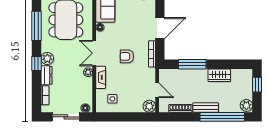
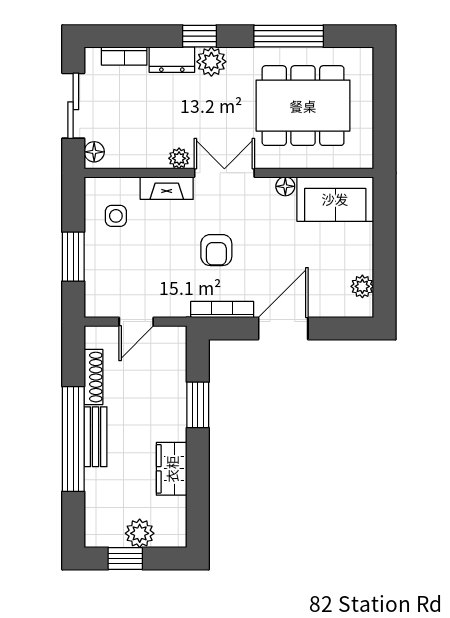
door: (160, 28) -> (283, 328), swing flipped
armchair: (127, 56) -> (216, 250), turned 180
window: (192, 64) -> (198, 405), width x0.69
window: (257, 85) -> (125, 559), moved
plant: (246, 105) -> (140, 533), moved
plant: (149, 106) -> (98, 303), removed
window: (130, 117) -> (73, 257), added
window: (222, 117) -> (73, 439), moved

